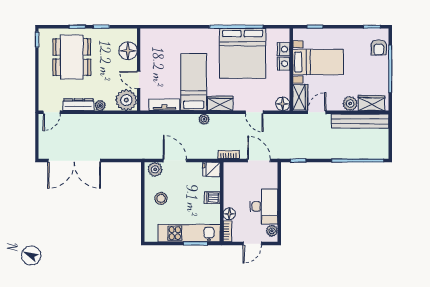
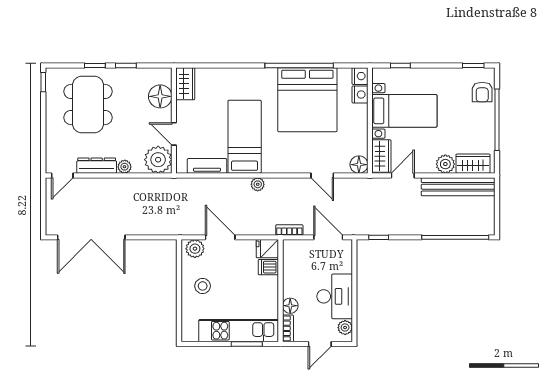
nightstand: (284, 64) -> (360, 76), moved
wardrobe: (220, 103) -> (185, 84), moved, turned 90
dishwasher: (212, 198) -> (268, 267), moved

